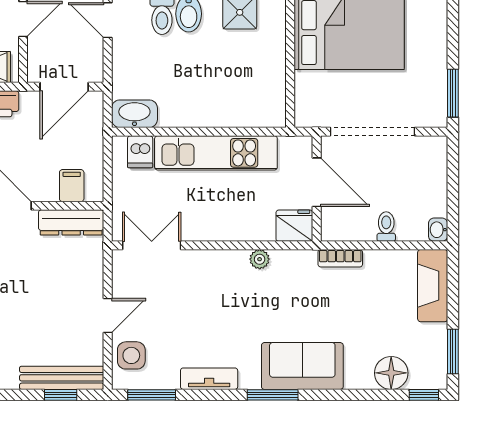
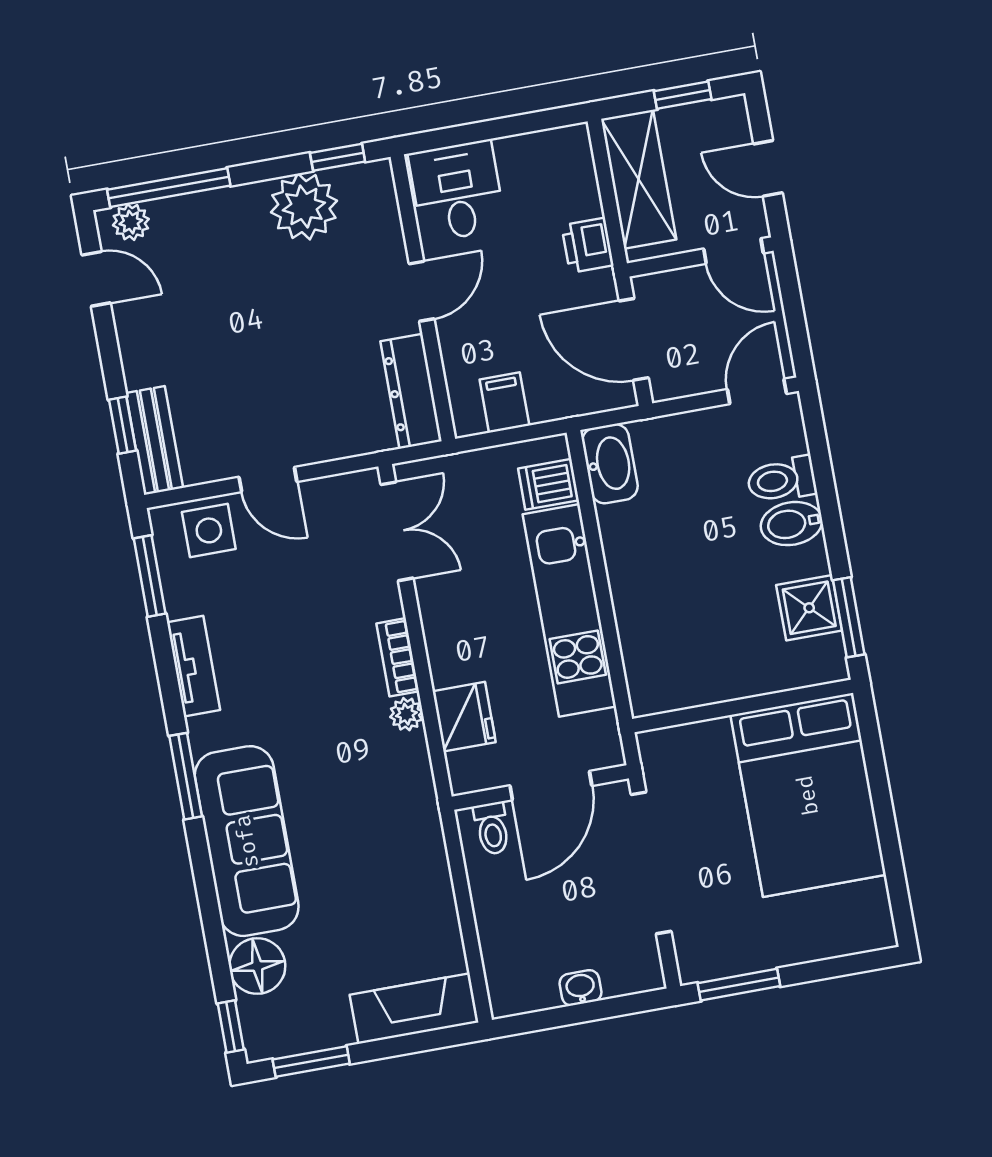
filing cabinet: (72, 186) -> (504, 402), moved, turned -90
fridge: (294, 226) -> (464, 717), moved
toilet: (386, 227) -> (492, 828), moved, turned 90
washbasin: (438, 230) -> (580, 988), moved
bookcase: (340, 258) -> (398, 657), moved
sofa: (302, 366) -> (247, 841), width x1.36
bench: (62, 378) -> (154, 440), width x0.73

